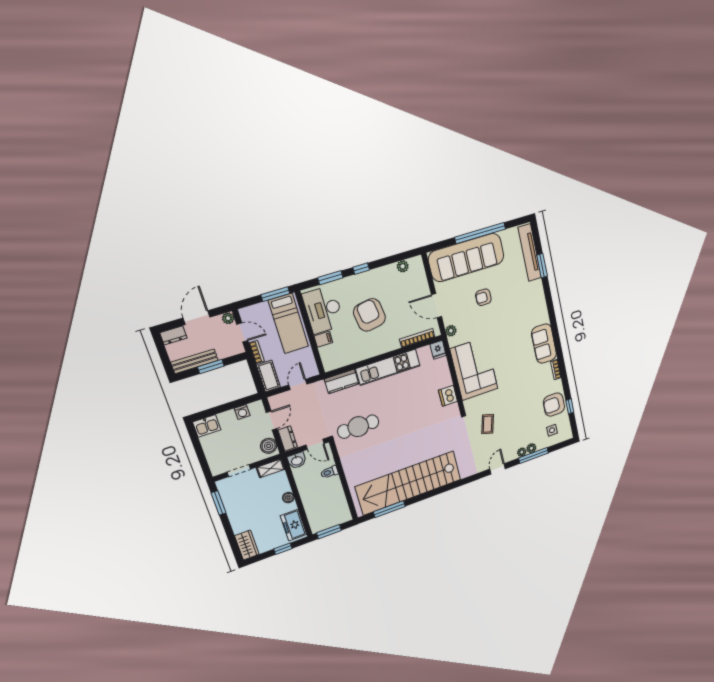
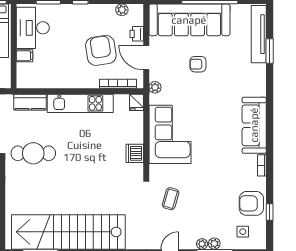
printer: (422, 286) -> (137, 34), added
armchair: (369, 315) -> (101, 50), moved
sofa: (544, 344) -> (254, 125), width x1.36

